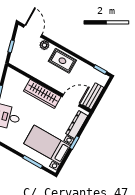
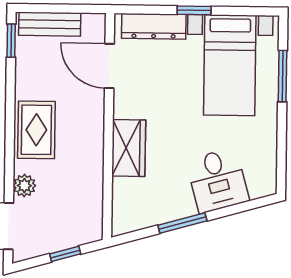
wardrobe: (42, 94) -> (129, 148), width x0.67
bench: (93, 96) -> (50, 24), moved

